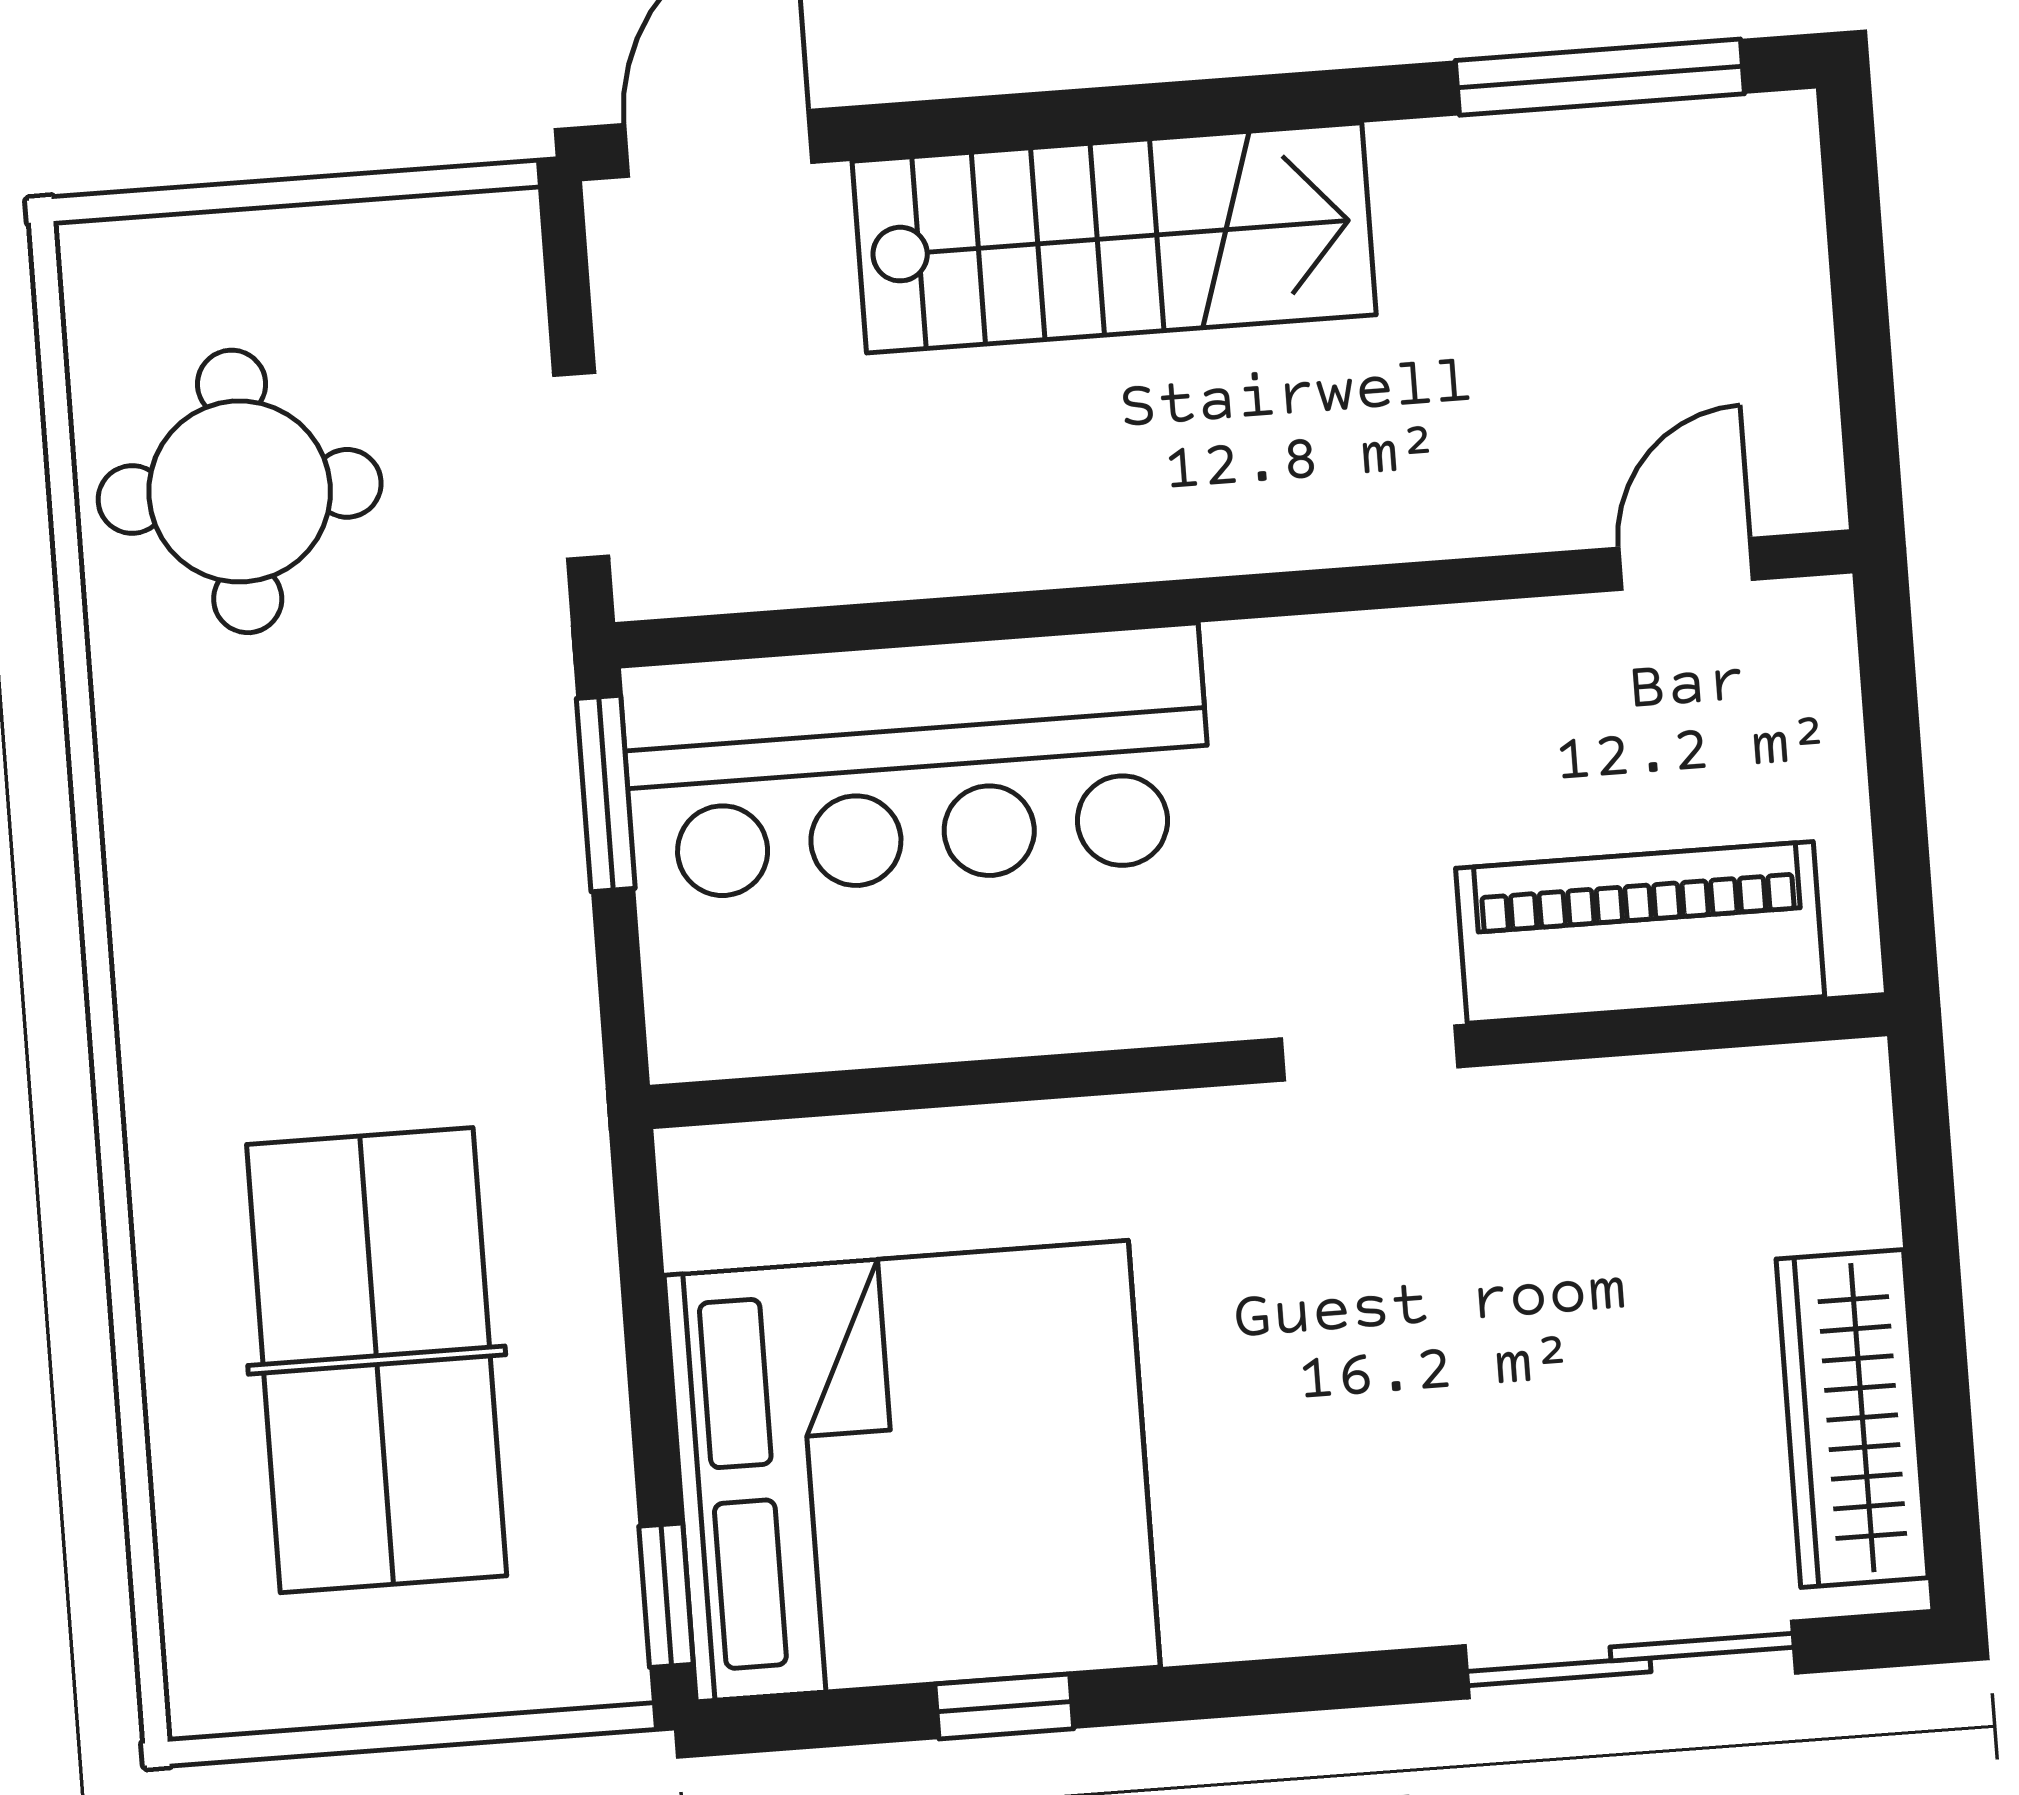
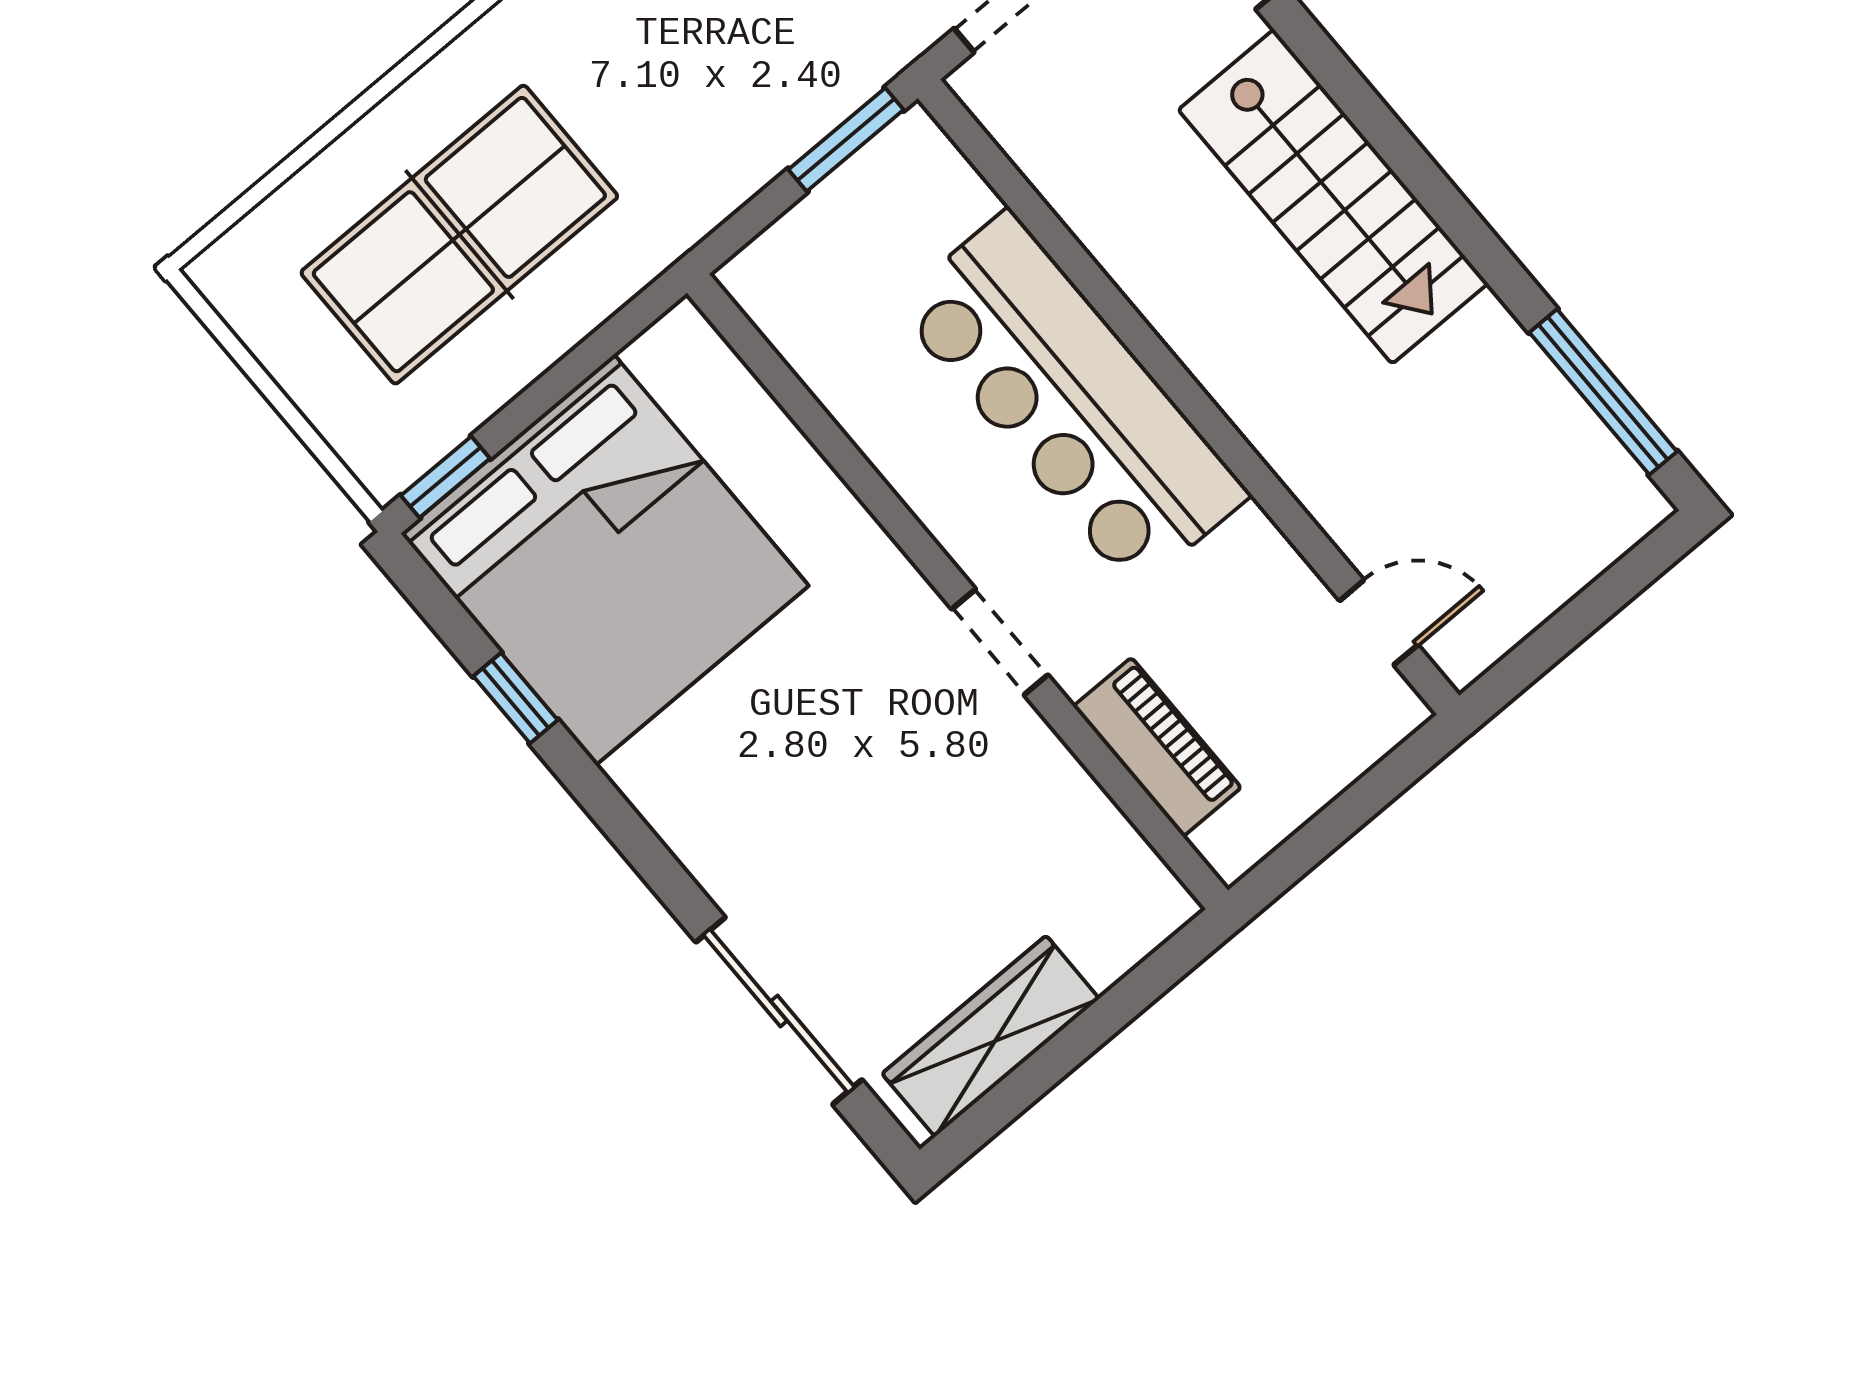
bar counter: (917, 762) -> (1072, 400), moved
piano: (1640, 932) -> (1157, 747), width x0.73, depth x0.75

